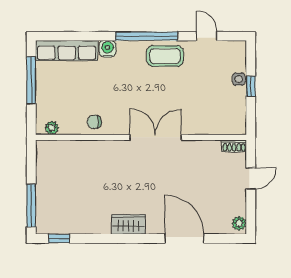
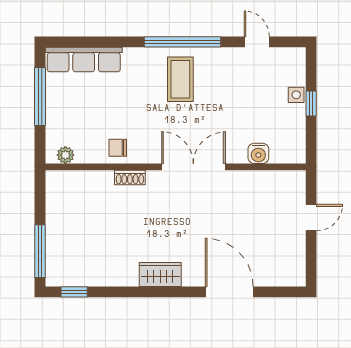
water cooler: (107, 49) -> (258, 153), moved, turned 180
coffee table: (165, 56) -> (180, 79), moved, turned 90
shoe rack: (234, 146) -> (130, 177), moved
plant: (239, 223) -> (297, 273), removed

